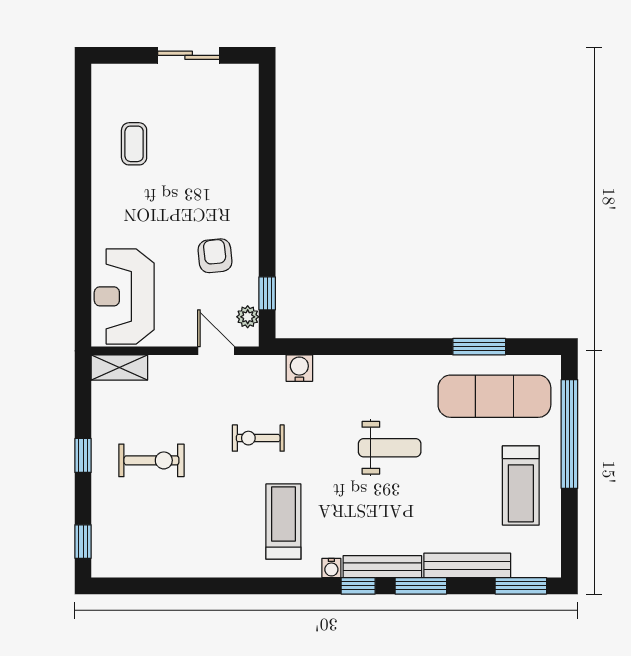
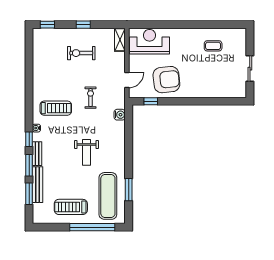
armchair: (215, 256) -> (166, 80), width x1.88, depth x1.88
plant: (248, 317) -> (141, 93), removed
exercise bike: (151, 460) -> (81, 53), turned 90
bench: (382, 567) -> (37, 154), width x0.73
window: (521, 586) -> (29, 194), moved

